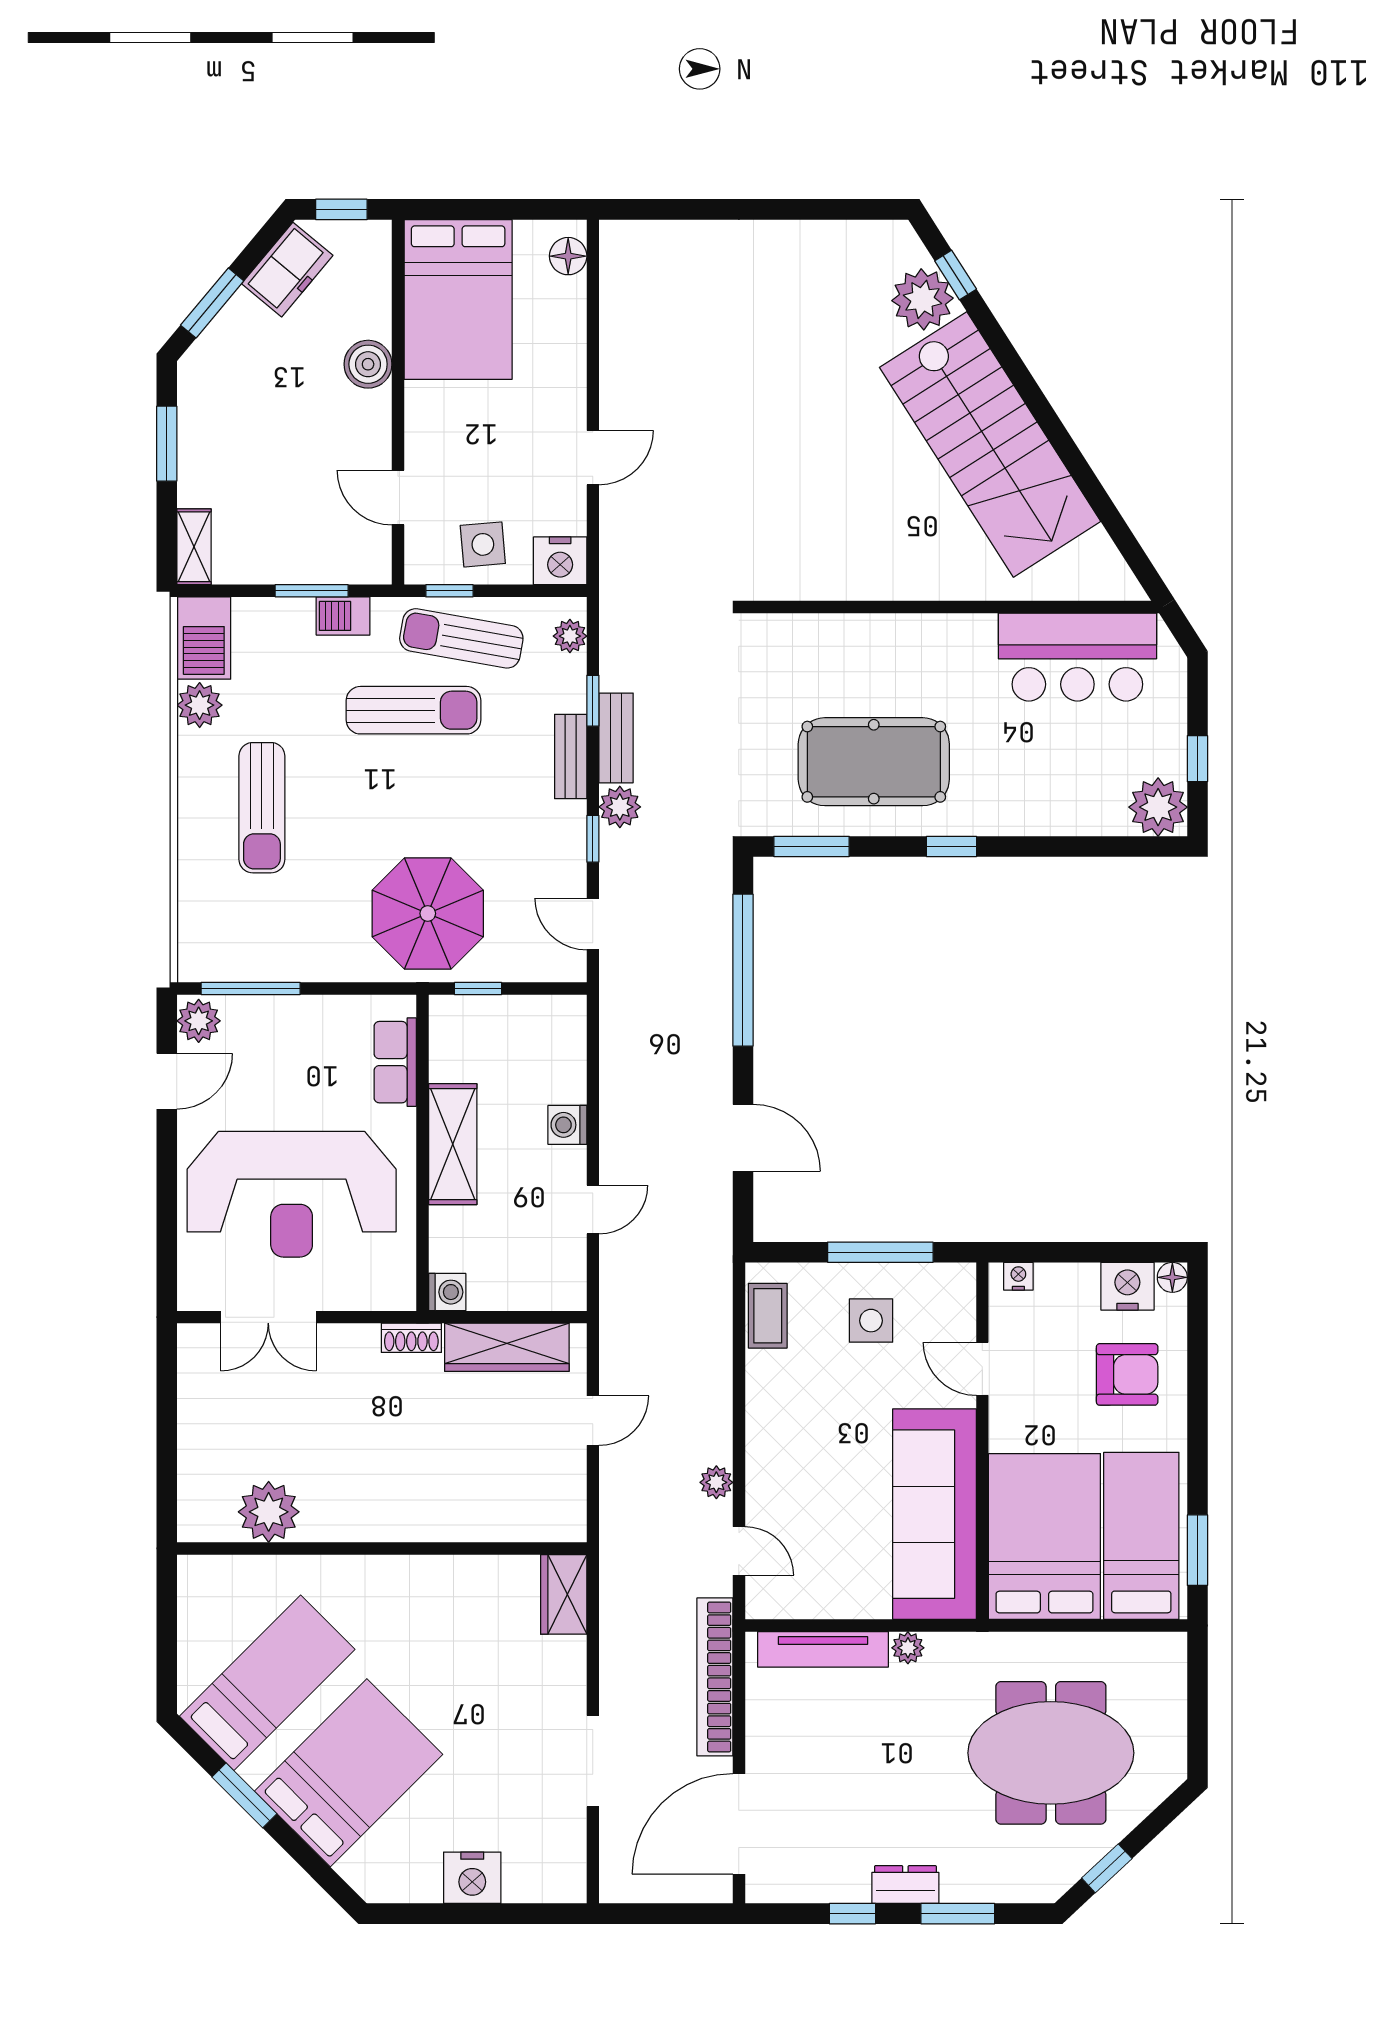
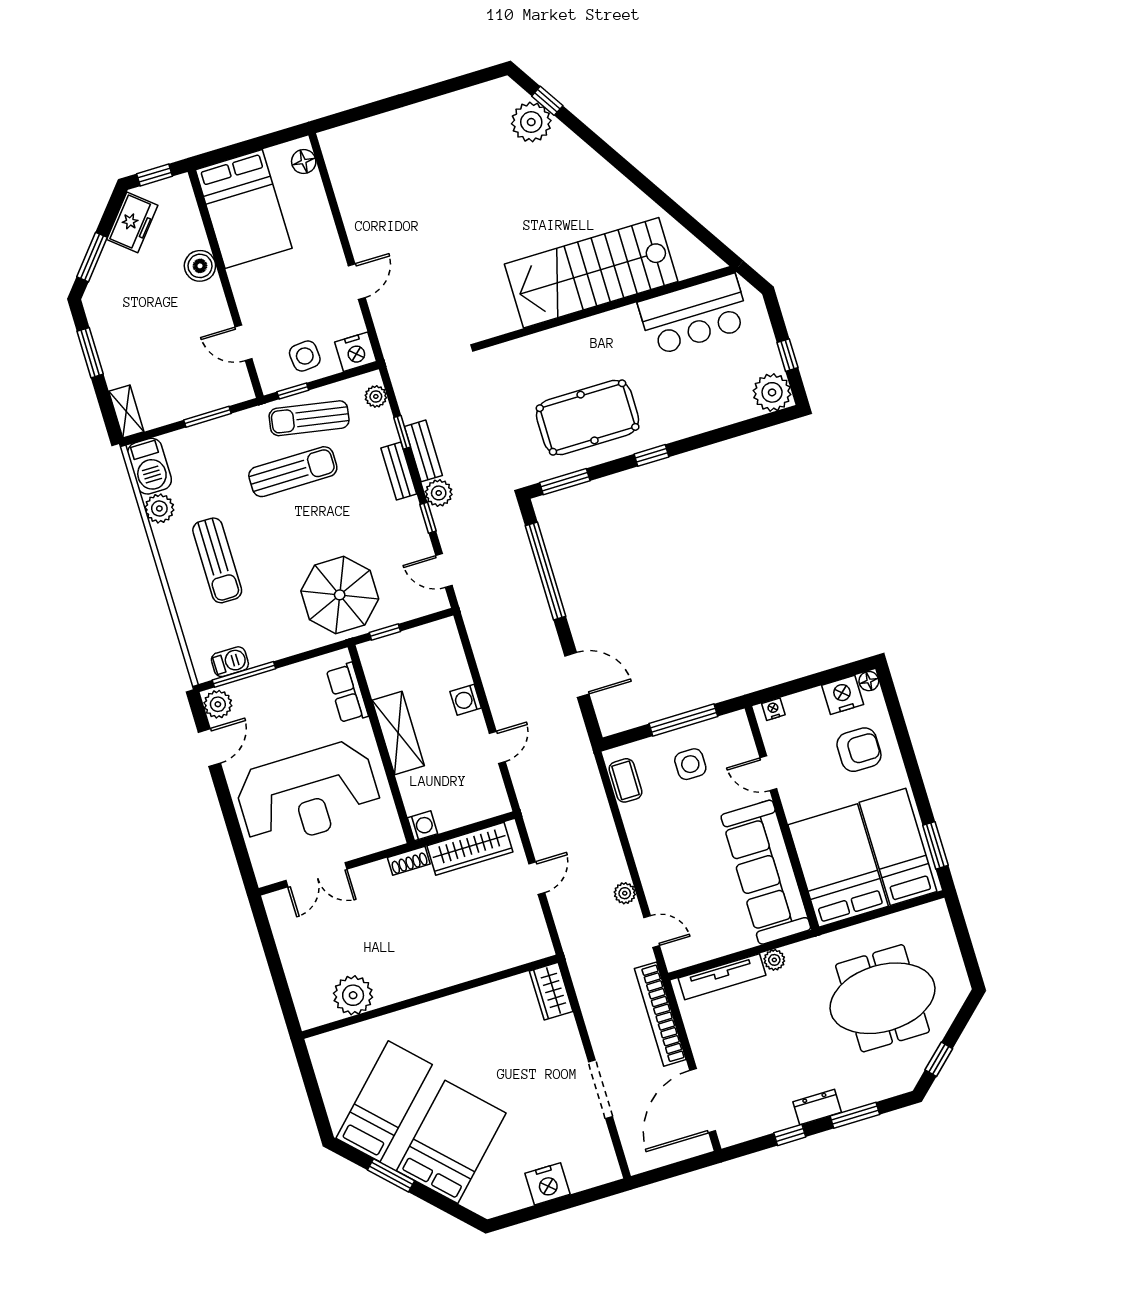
stairs: (990, 444) -> (591, 273), moved, turned 123
barbecue: (343, 616) -> (230, 662), moved, turned 180

